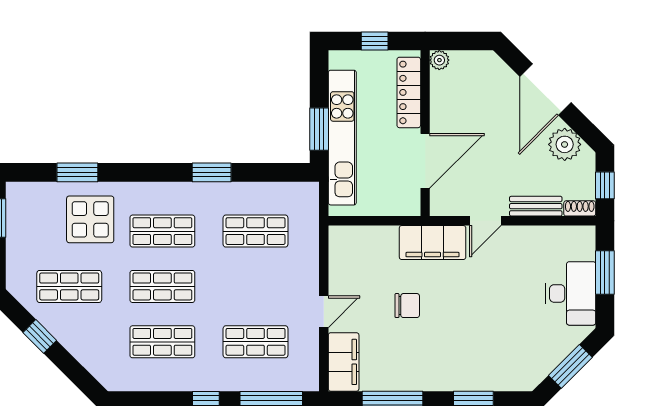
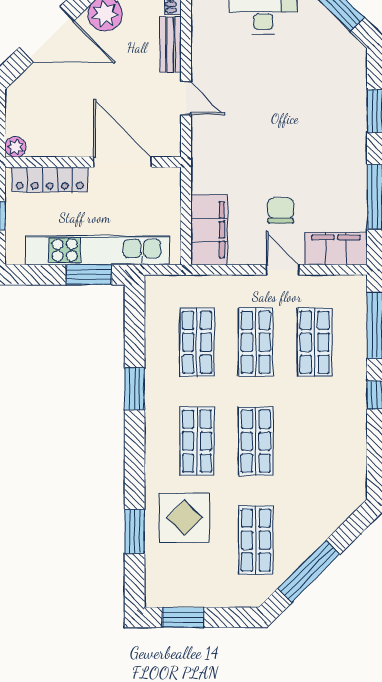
filing cabinet: (433, 243) -> (209, 230), moved
chair: (407, 306) -> (281, 210), moved
window: (40, 336) -> (309, 571), width x2.17
shop shelf: (162, 342) -> (256, 342), moved

